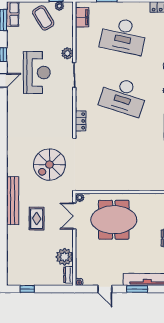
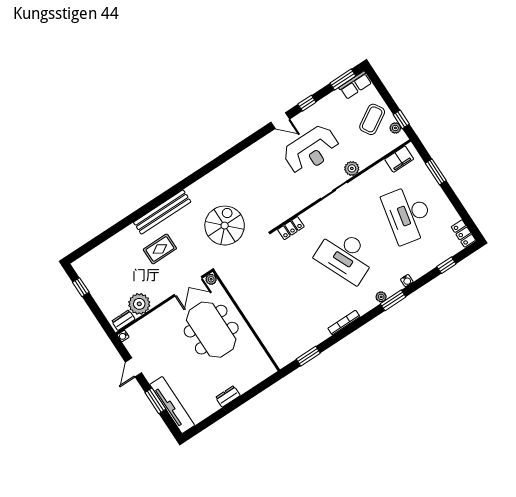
desk: (123, 96) -> (346, 256), turned -42
spiral stairs: (49, 165) -> (225, 226), turned 90
double door: (74, 216) -> (188, 286), swing flipped

